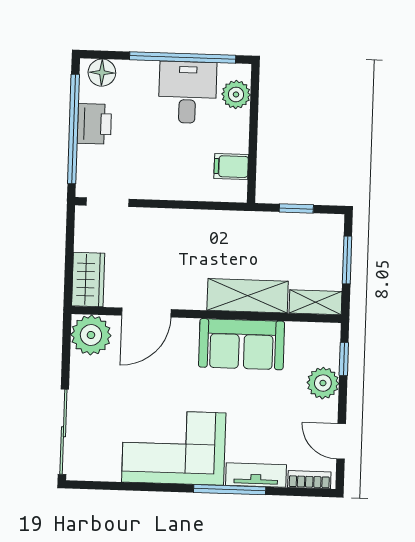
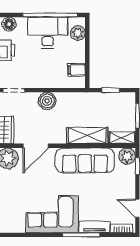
desk: (188, 92) -> (48, 33), width x1.37
boiler: (172, 225) -> (47, 101), added
sofa: (242, 344) -> (85, 160), width x1.36
plant: (323, 383) -> (127, 156), moved

